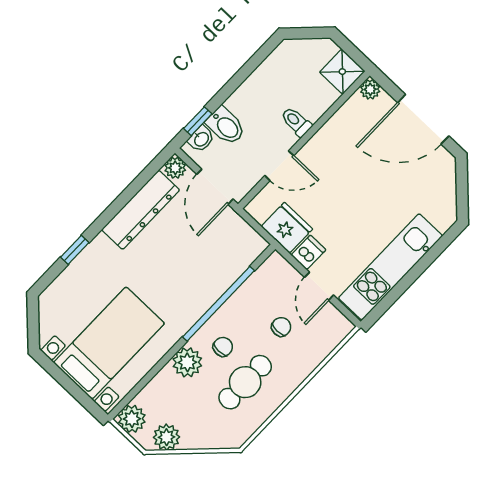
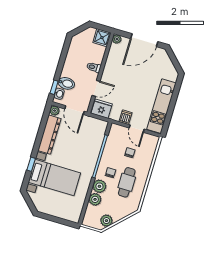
fridge: (287, 228) -> (102, 109), moved
bed with nightstands: (109, 343) -> (54, 178), moved, turned 90
plant: (132, 419) -> (95, 199), moved

